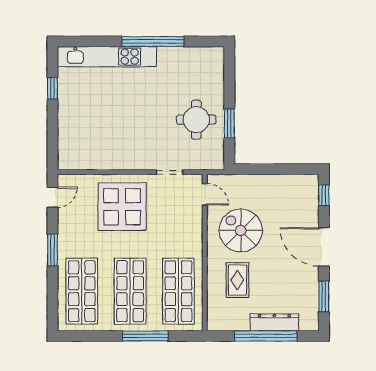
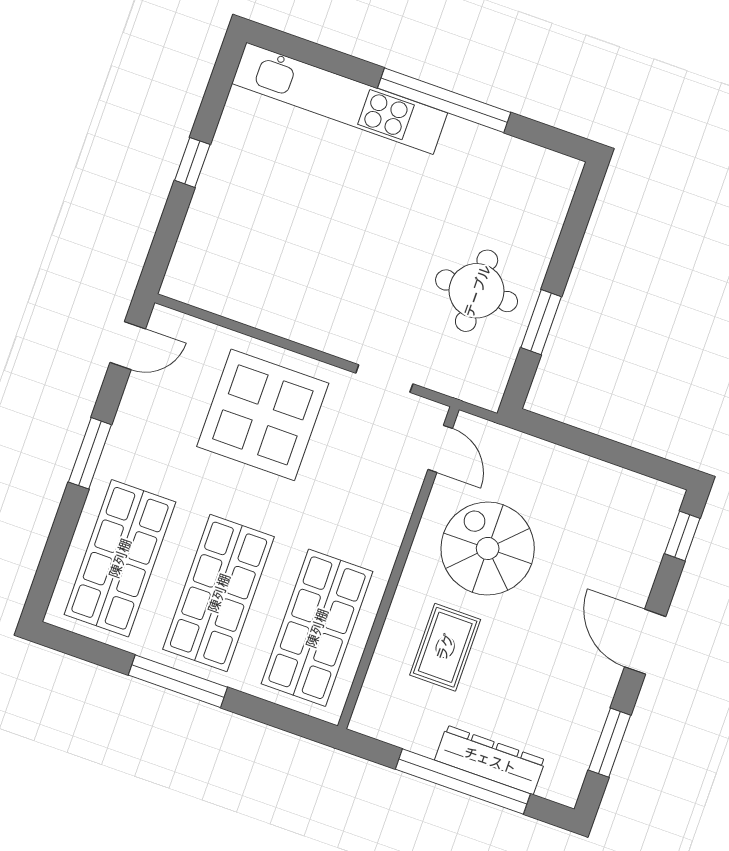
window: (53, 88) -> (192, 162), moved
door: (324, 247) -> (645, 642), width x0.73
window: (145, 336) -> (178, 681), moved

